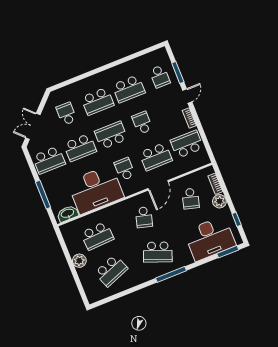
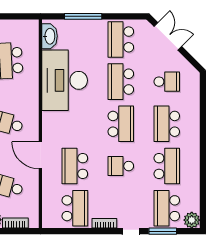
plant: (161, 55) -> (192, 220), added
school desk: (160, 76) -> (167, 208), width x1.85
school desk: (129, 89) -> (167, 166), turned 180
school desk: (142, 123) -> (121, 166), turned 180
school desk: (125, 169) -> (75, 124), removed

